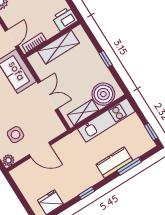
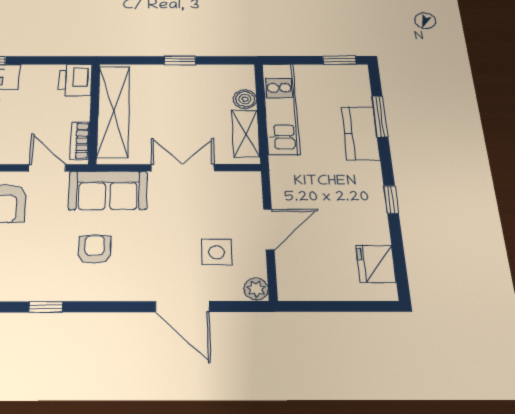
shelving: (59, 47) -> (113, 111), width x1.47
boiler: (103, 94) -> (245, 99), width x0.54, depth x0.54

